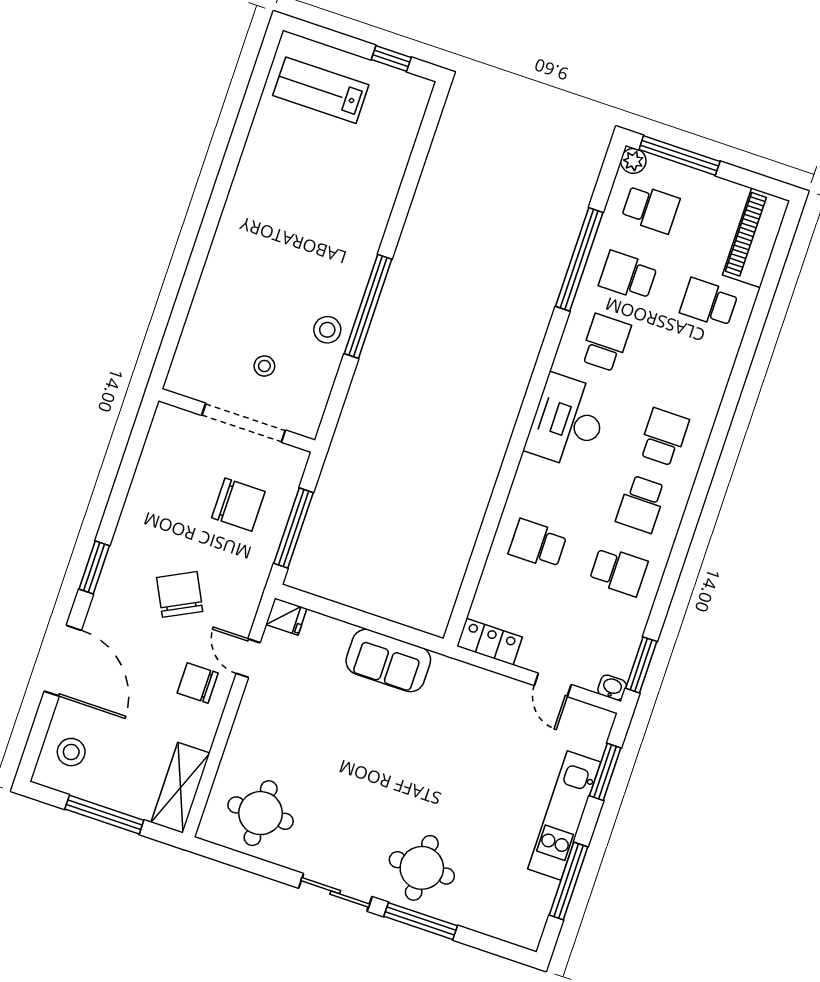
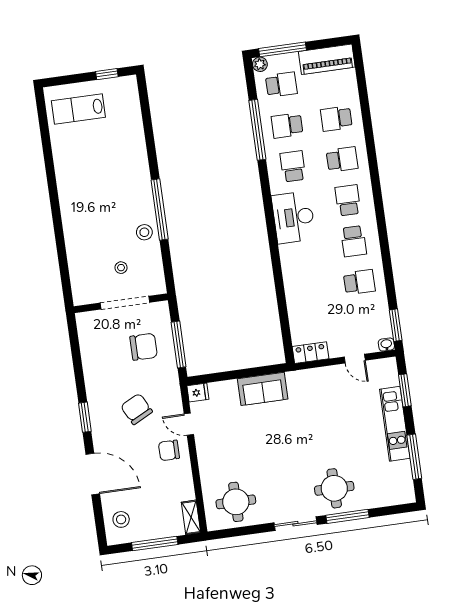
piano: (756, 238) -> (327, 59), moved, turned -90
school desk: (538, 544) -> (342, 159), moved, turned 180
shelving: (180, 788) -> (191, 517), width x0.67, depth x0.75

